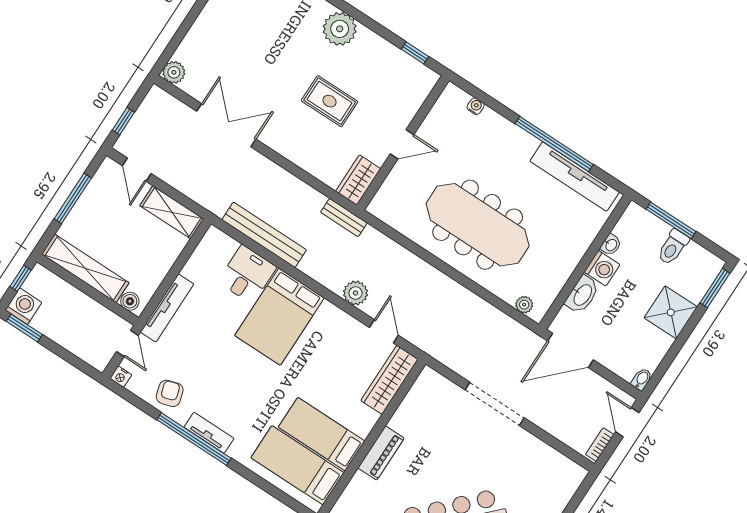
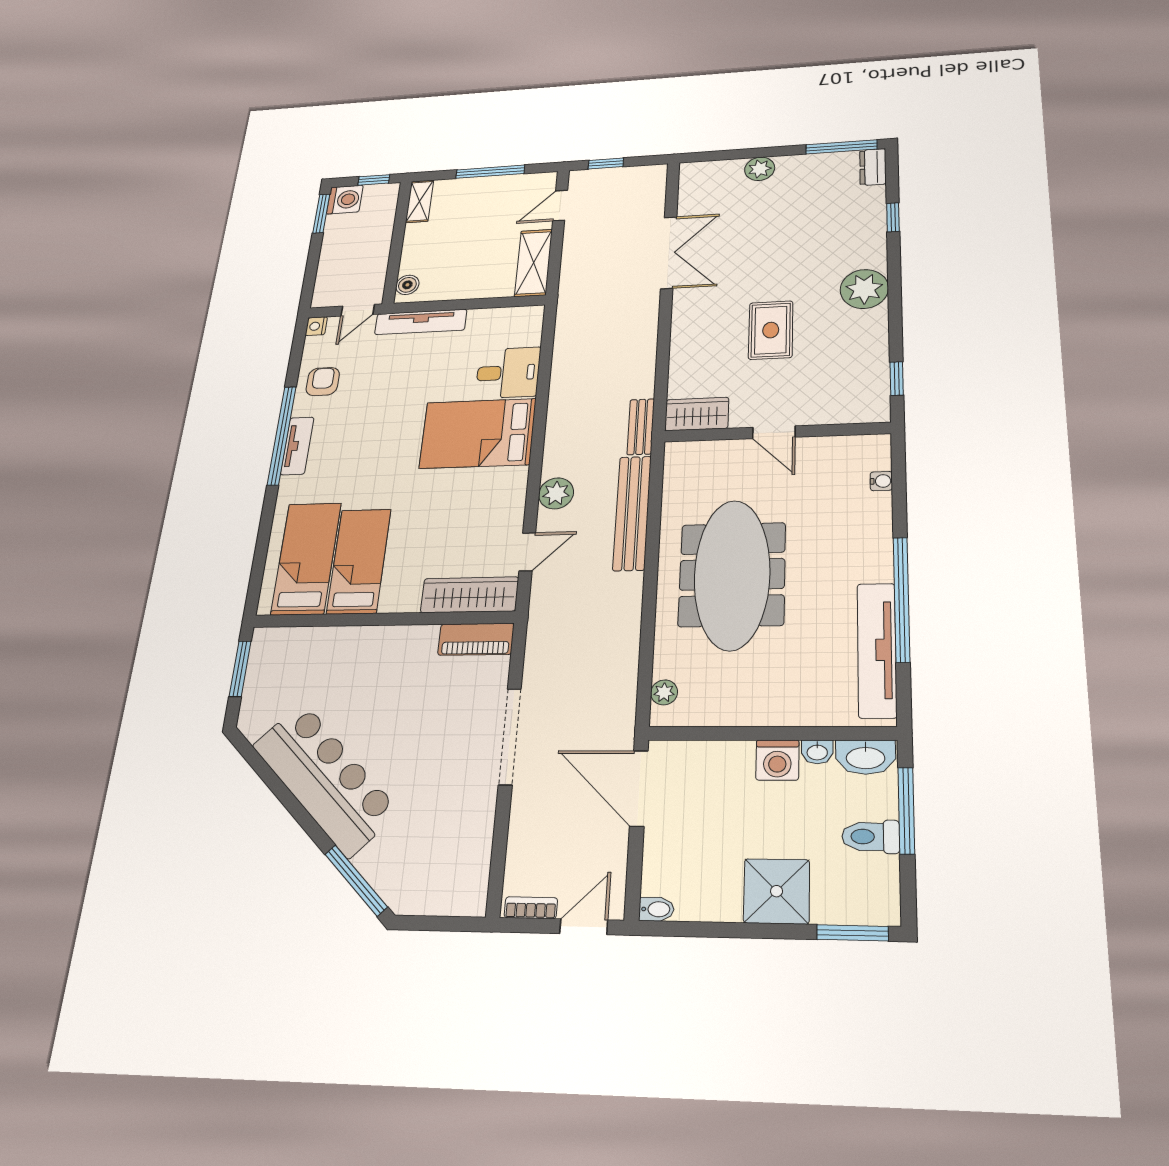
plant: (174, 72) -> (760, 169), moved
bench: (264, 235) -> (632, 513), moved
shelving: (85, 268) -> (420, 201), width x0.45, depth x0.75
washbasin: (582, 295) -> (866, 757), moved
armchair: (170, 393) -> (323, 382), turned -73
piano: (381, 453) -> (476, 639), moved

